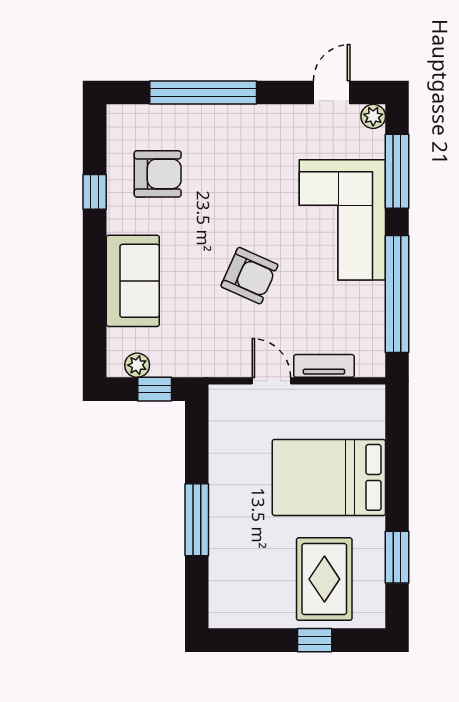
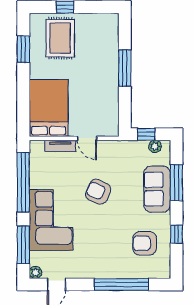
window: (95, 293) -> (176, 183), added
bed: (329, 477) -> (49, 108), moved, turned -90

